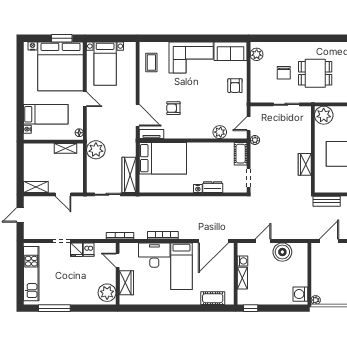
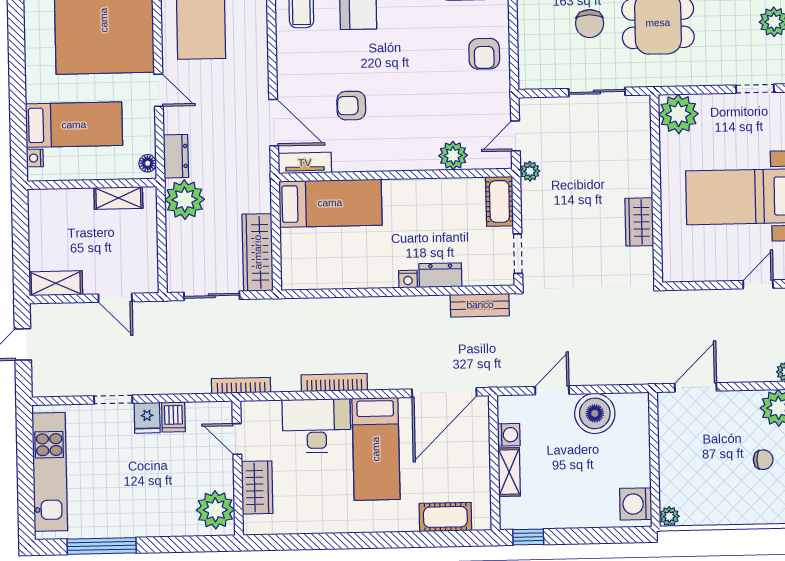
dresser: (92, 130) -> (176, 156), added
bed: (163, 158) -> (330, 203), width x0.67
bench: (327, 201) -> (480, 305), moved

